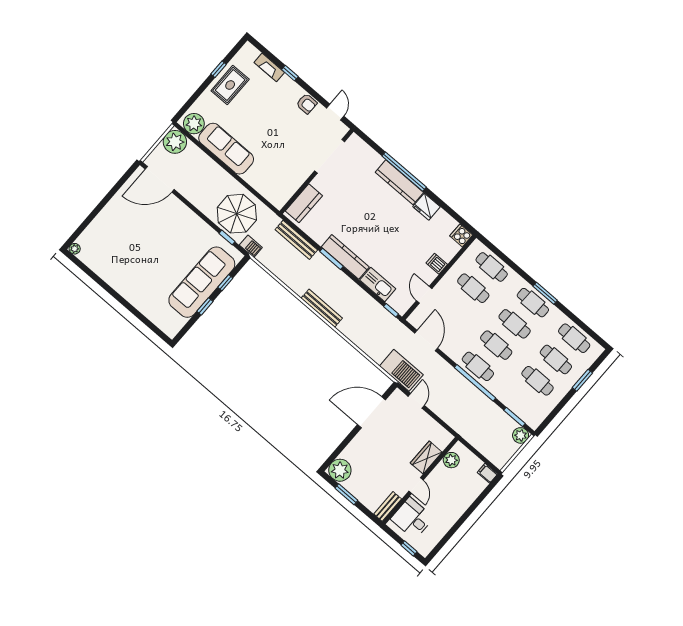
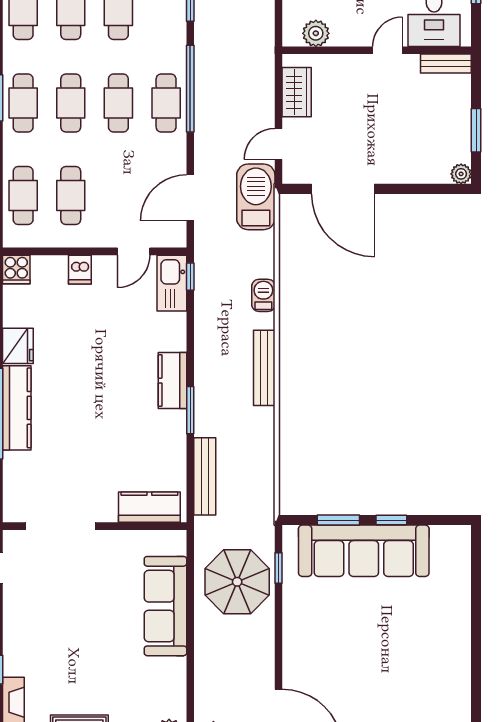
armchair: (307, 104) -> (19, 614), removed
sofa: (226, 149) -> (165, 606), moved
barbecue: (251, 246) -> (263, 295), moved
kitchen counter: (345, 257) -> (173, 381), width x0.67
window: (225, 283) -> (338, 520), width x1.50
kitchen sink: (378, 284) -> (172, 283), moved
wardrobe: (426, 458) -> (297, 92), moved, turned -90
plant: (340, 470) -> (461, 174), width x0.53, depth x0.53

